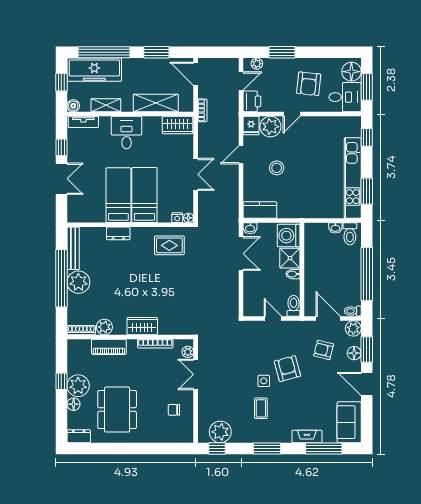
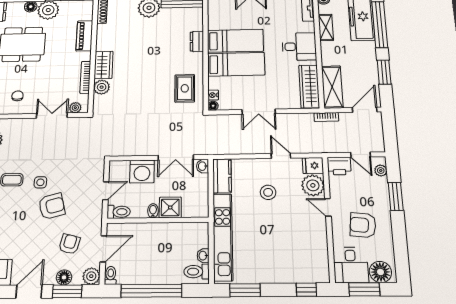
shelving: (156, 103) -> (332, 87), moved
wardrobe: (178, 125) -> (309, 86), width x1.50
kitchen unit: (353, 178) -> (223, 237), moved, turned 90
washing machine: (289, 236) -> (142, 172), moved, turned 180
plant: (104, 327) -> (102, 87), moved

